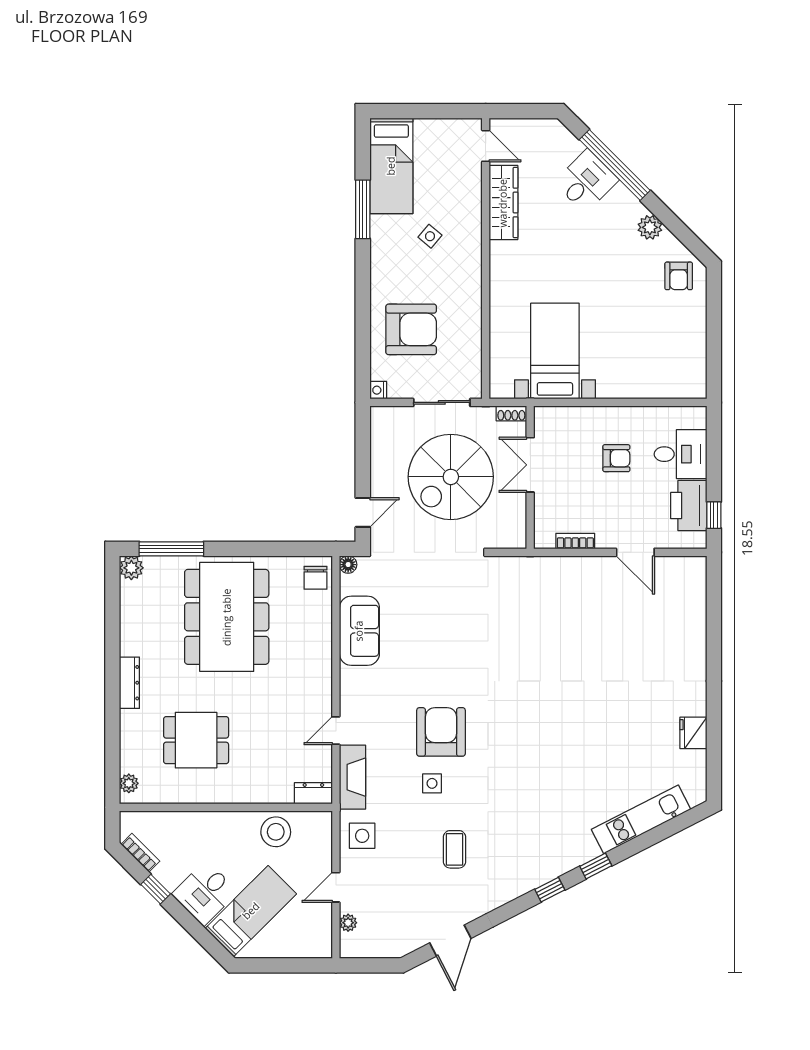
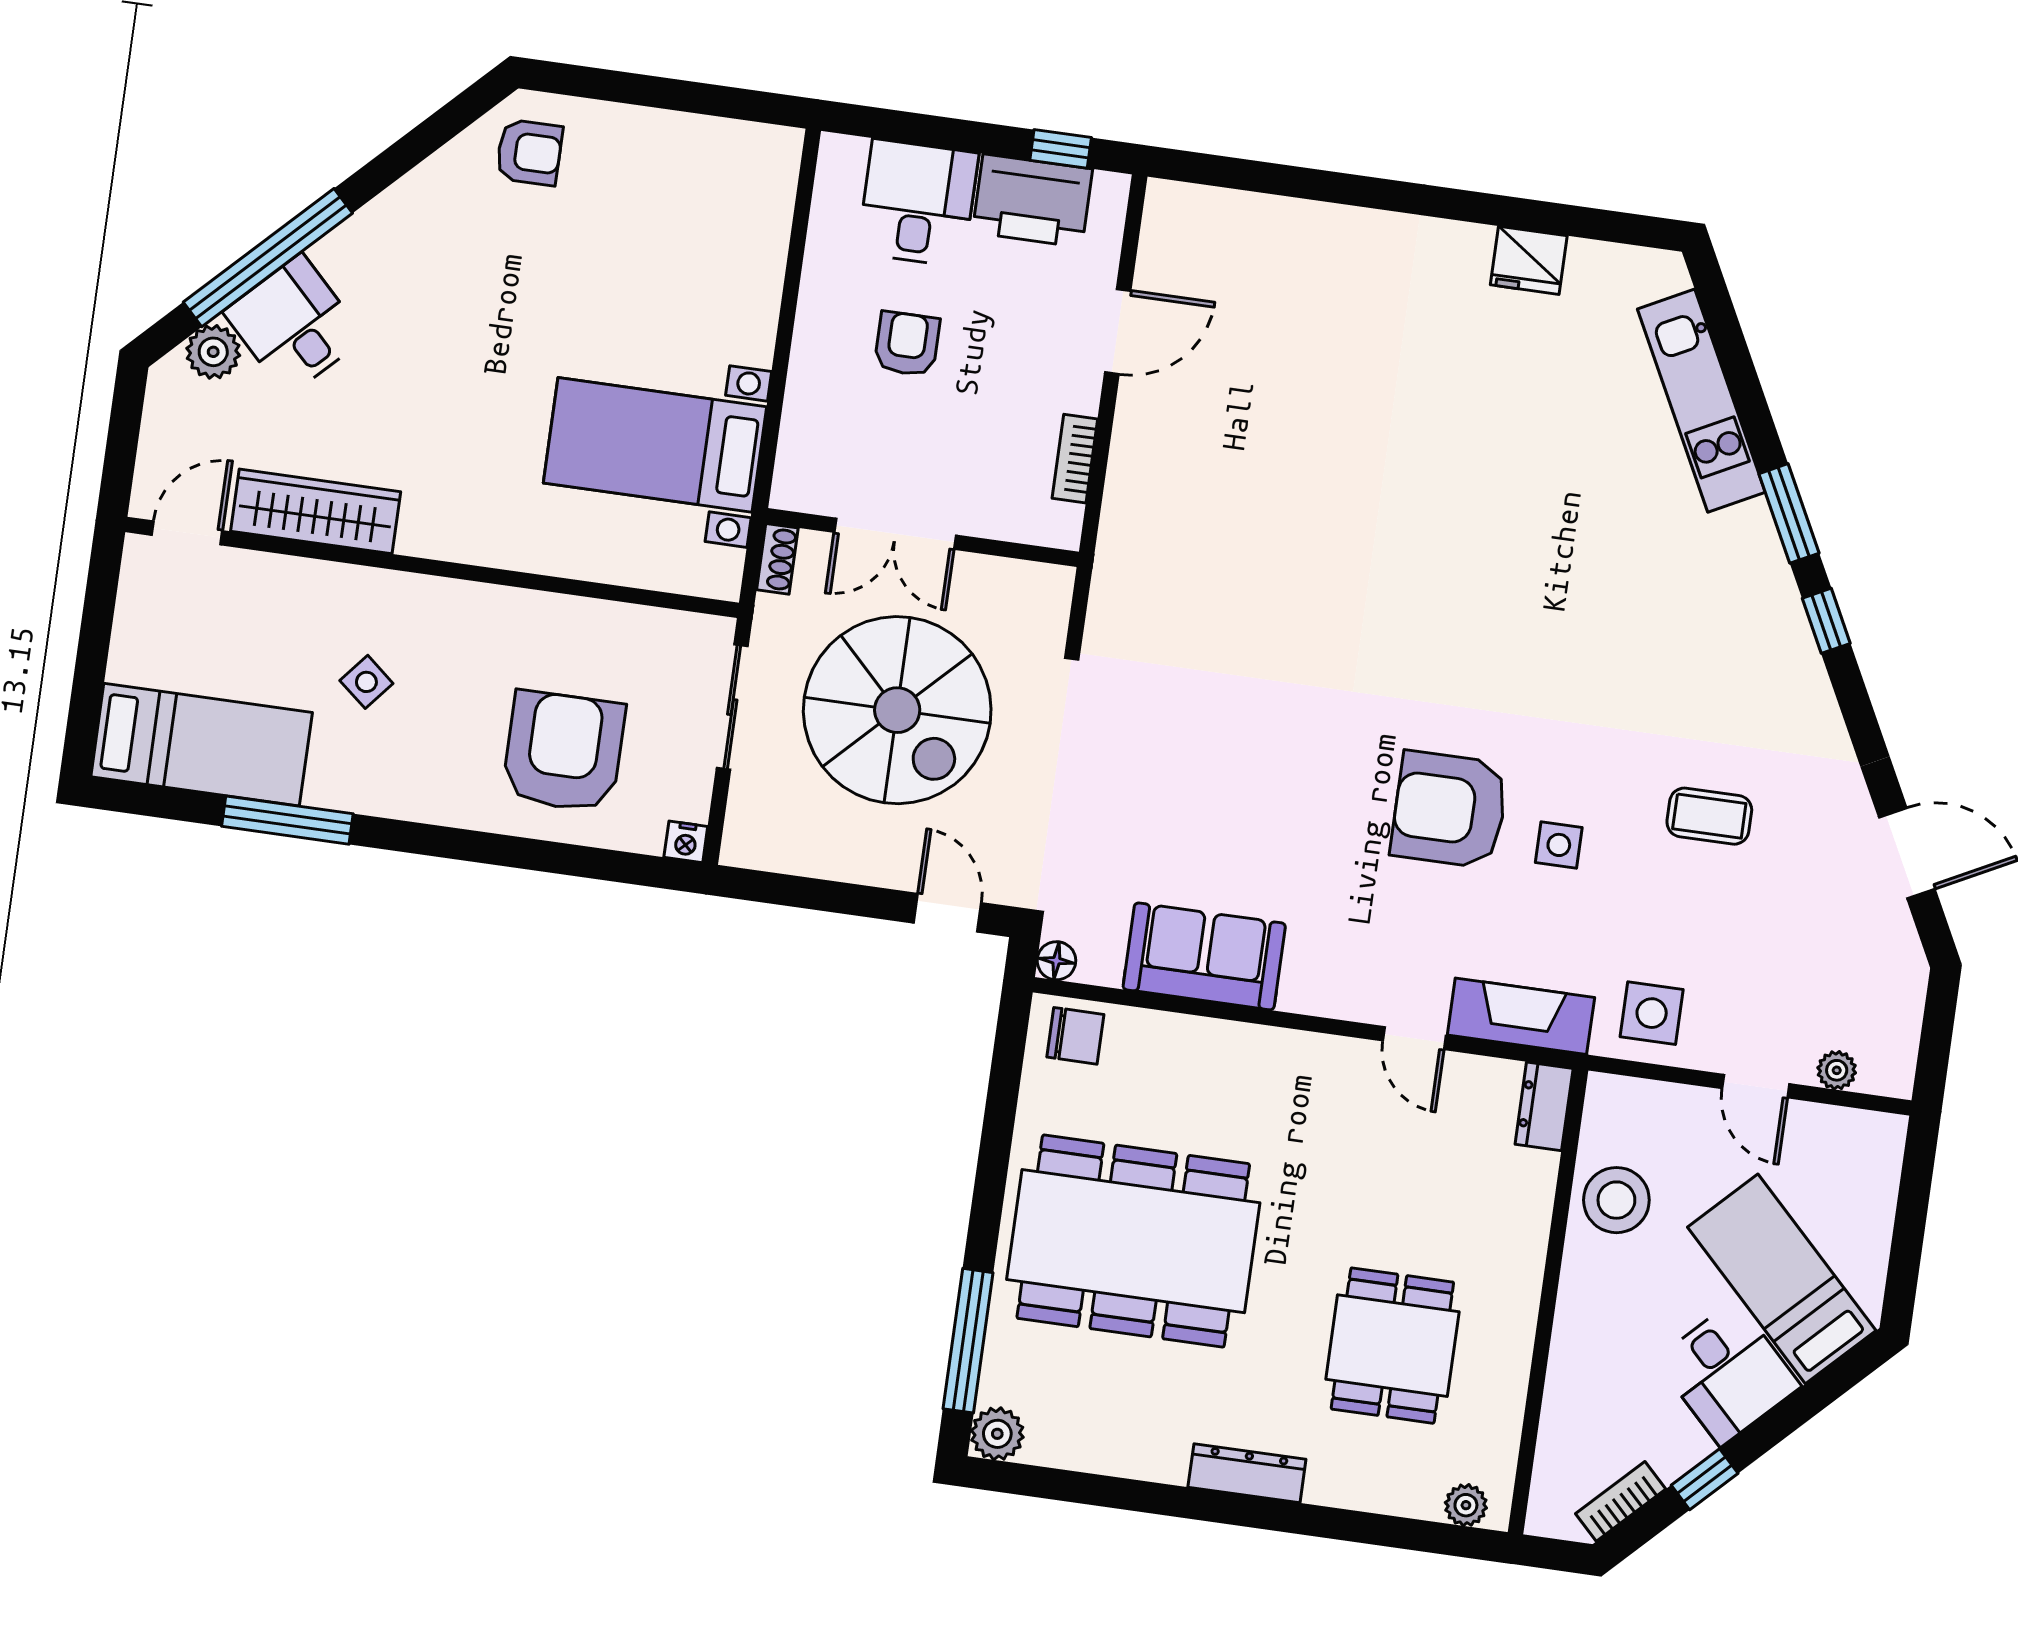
plant: (650, 227) -> (213, 352), moved
window: (596, 866) -> (1789, 513), width x1.50

